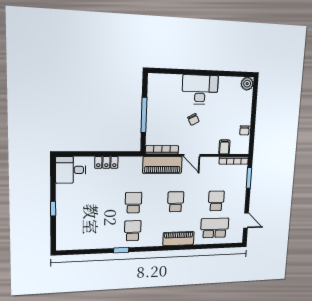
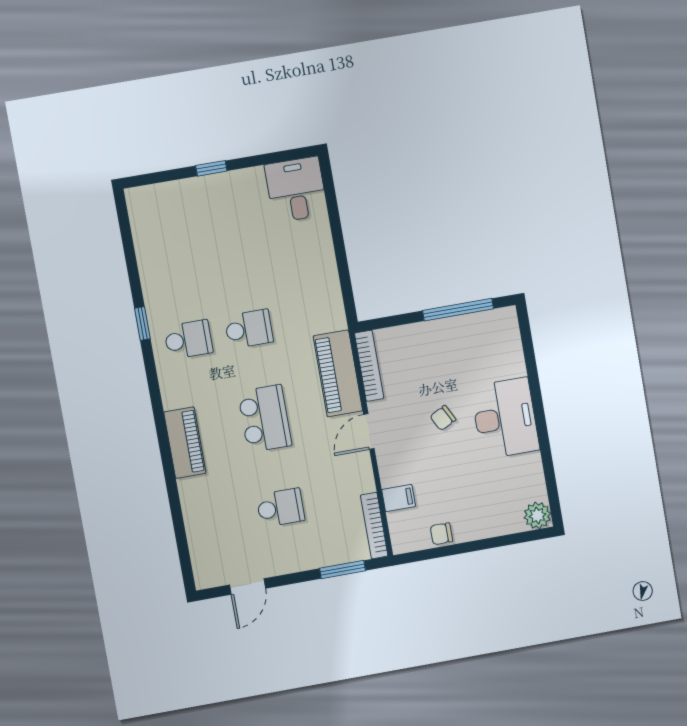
window: (144, 115) -> (458, 310), moved
locker: (106, 162) -> (323, 257), removed
school desk: (176, 202) -> (265, 419), width x1.85
school desk: (215, 228) -> (220, 518), removed

